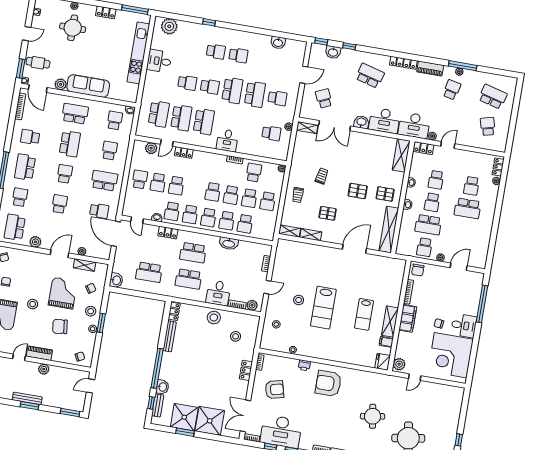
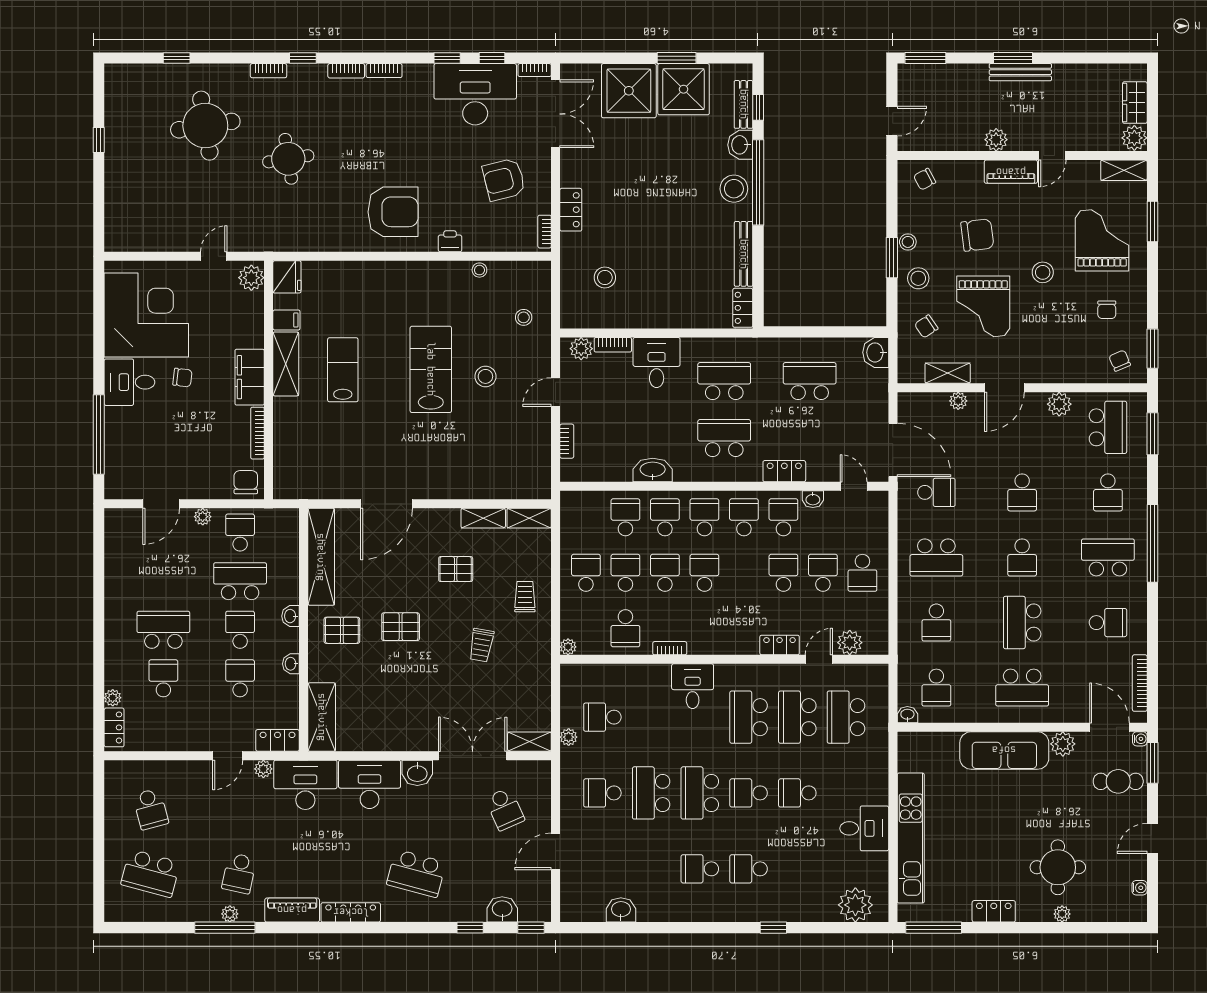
school desk: (25, 167) -> (1108, 557), turned -90
school desk: (99, 211) -> (936, 492), turned 180
stool: (214, 318) -> (734, 189), moved

